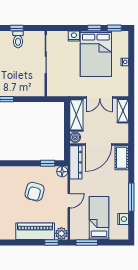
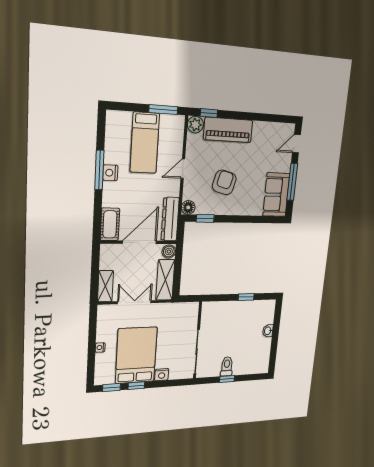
nightstand: (123, 219) -> (110, 173), moved

